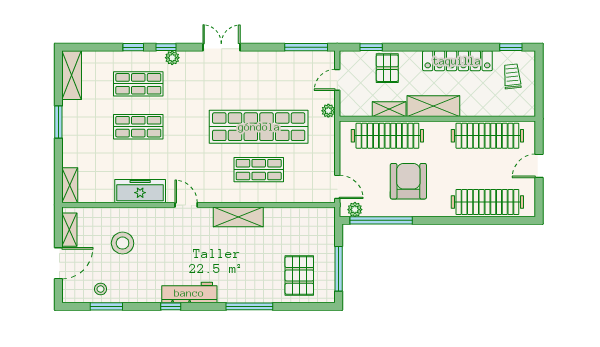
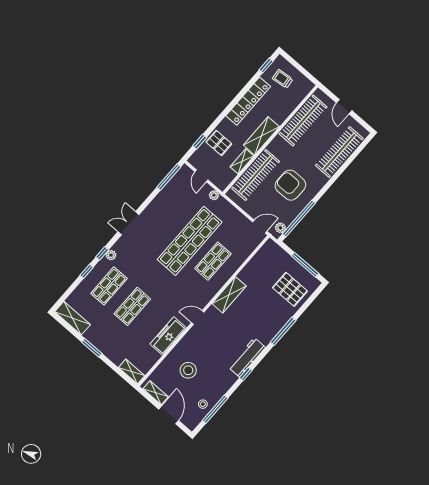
window: (106, 306) -> (215, 409), width x1.44

